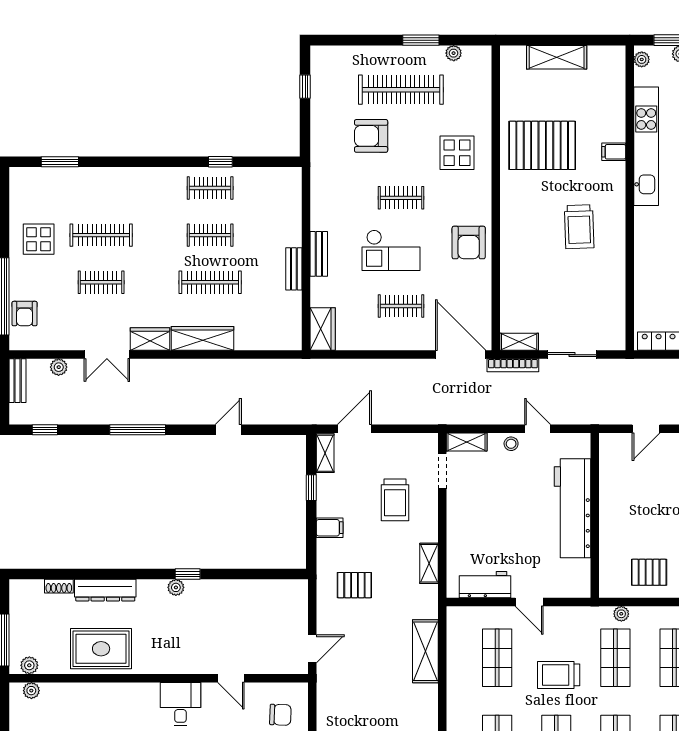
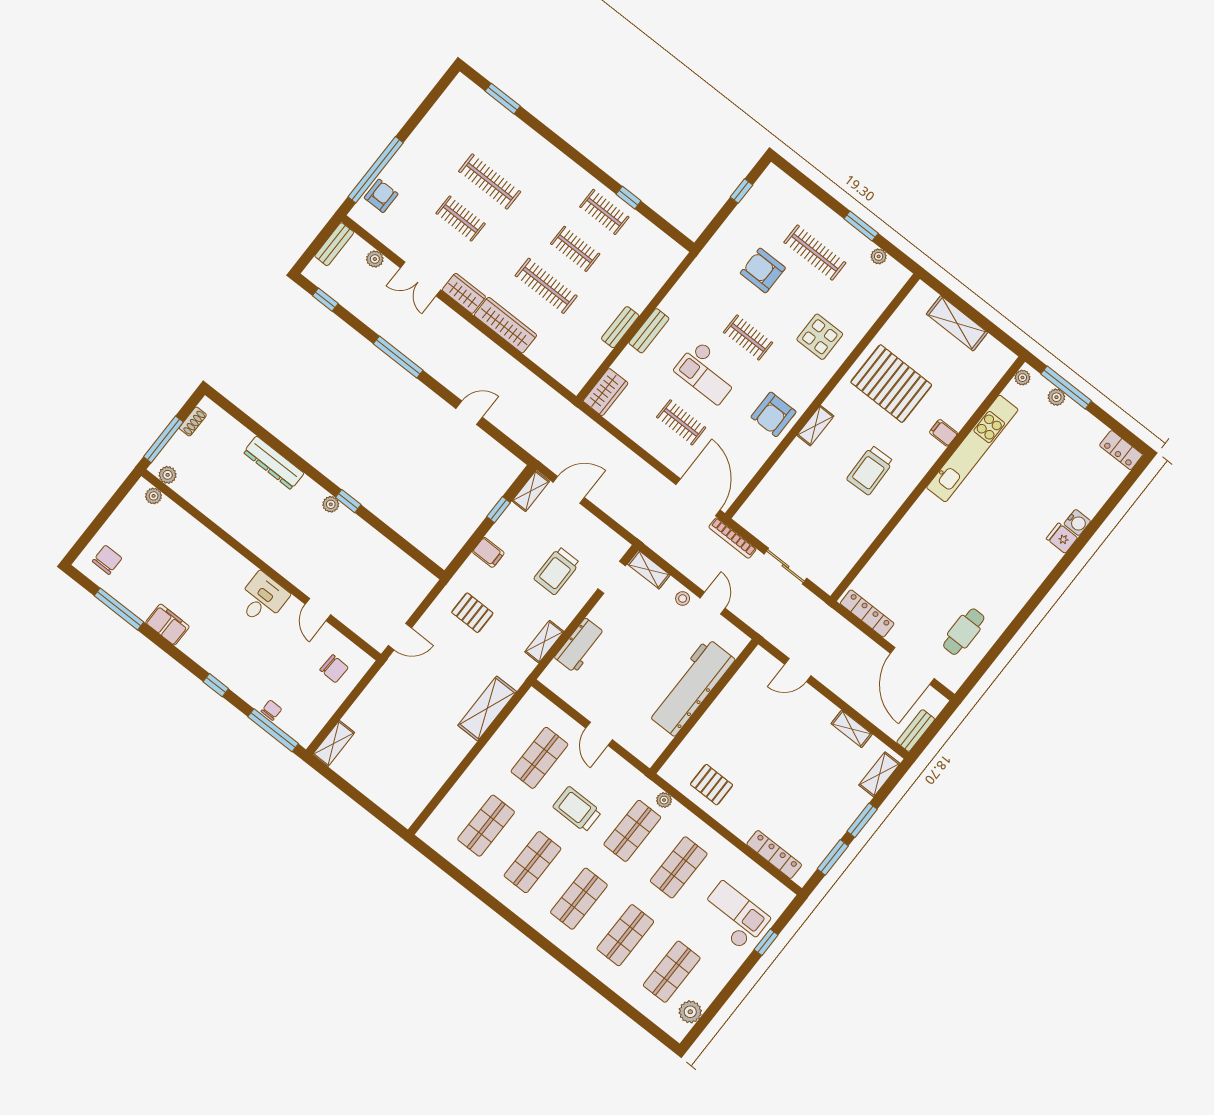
clothes rail: (401, 90) -> (815, 253), width x0.73, depth x0.76
display table: (39, 239) -> (438, 146), removed
armchair: (25, 314) -> (381, 196), turned 180
shelving: (519, 342) -> (815, 426), moved, turned 90
workbench: (485, 585) -> (580, 646), moved, turned 90
shoe rack: (59, 586) -> (193, 422), moved, turned -90
rug: (101, 649) -> (234, 506), removed

